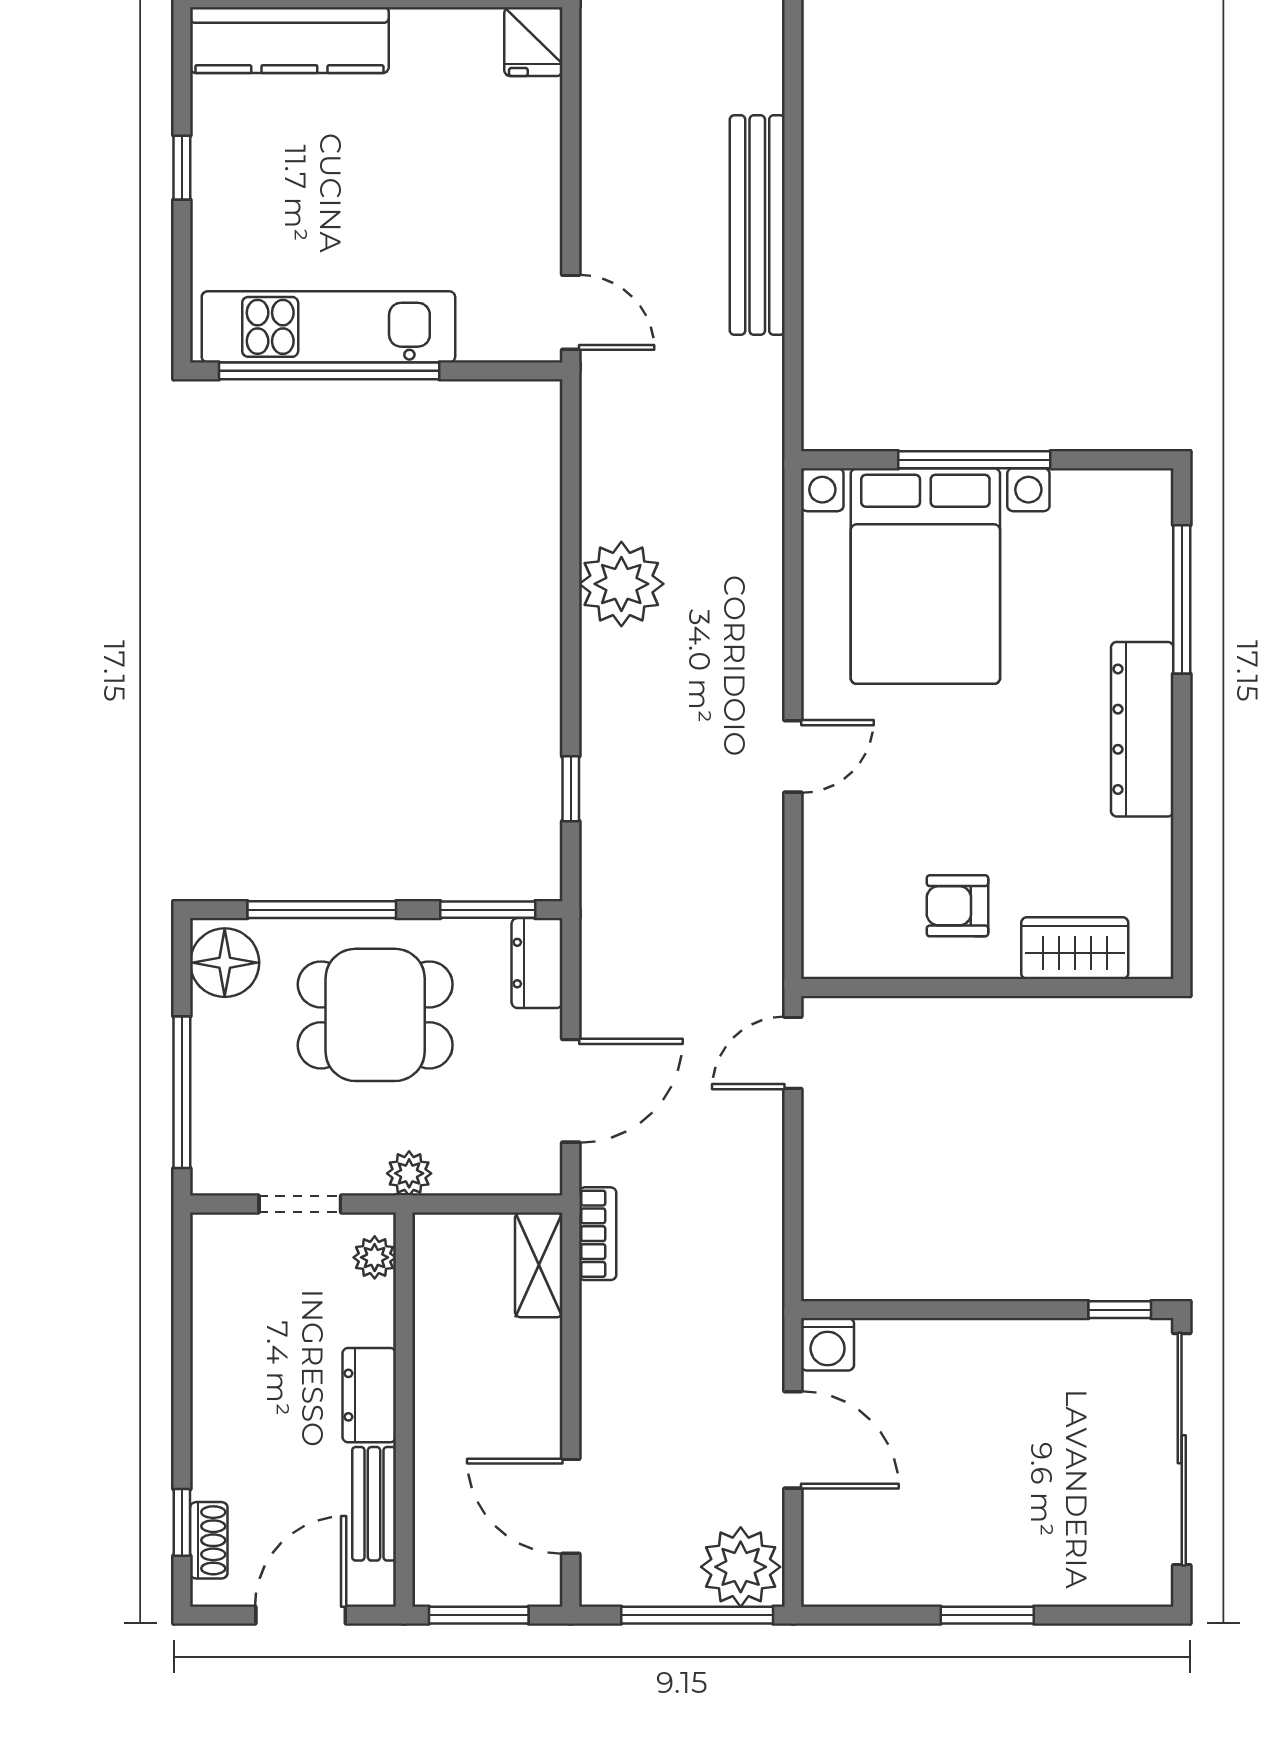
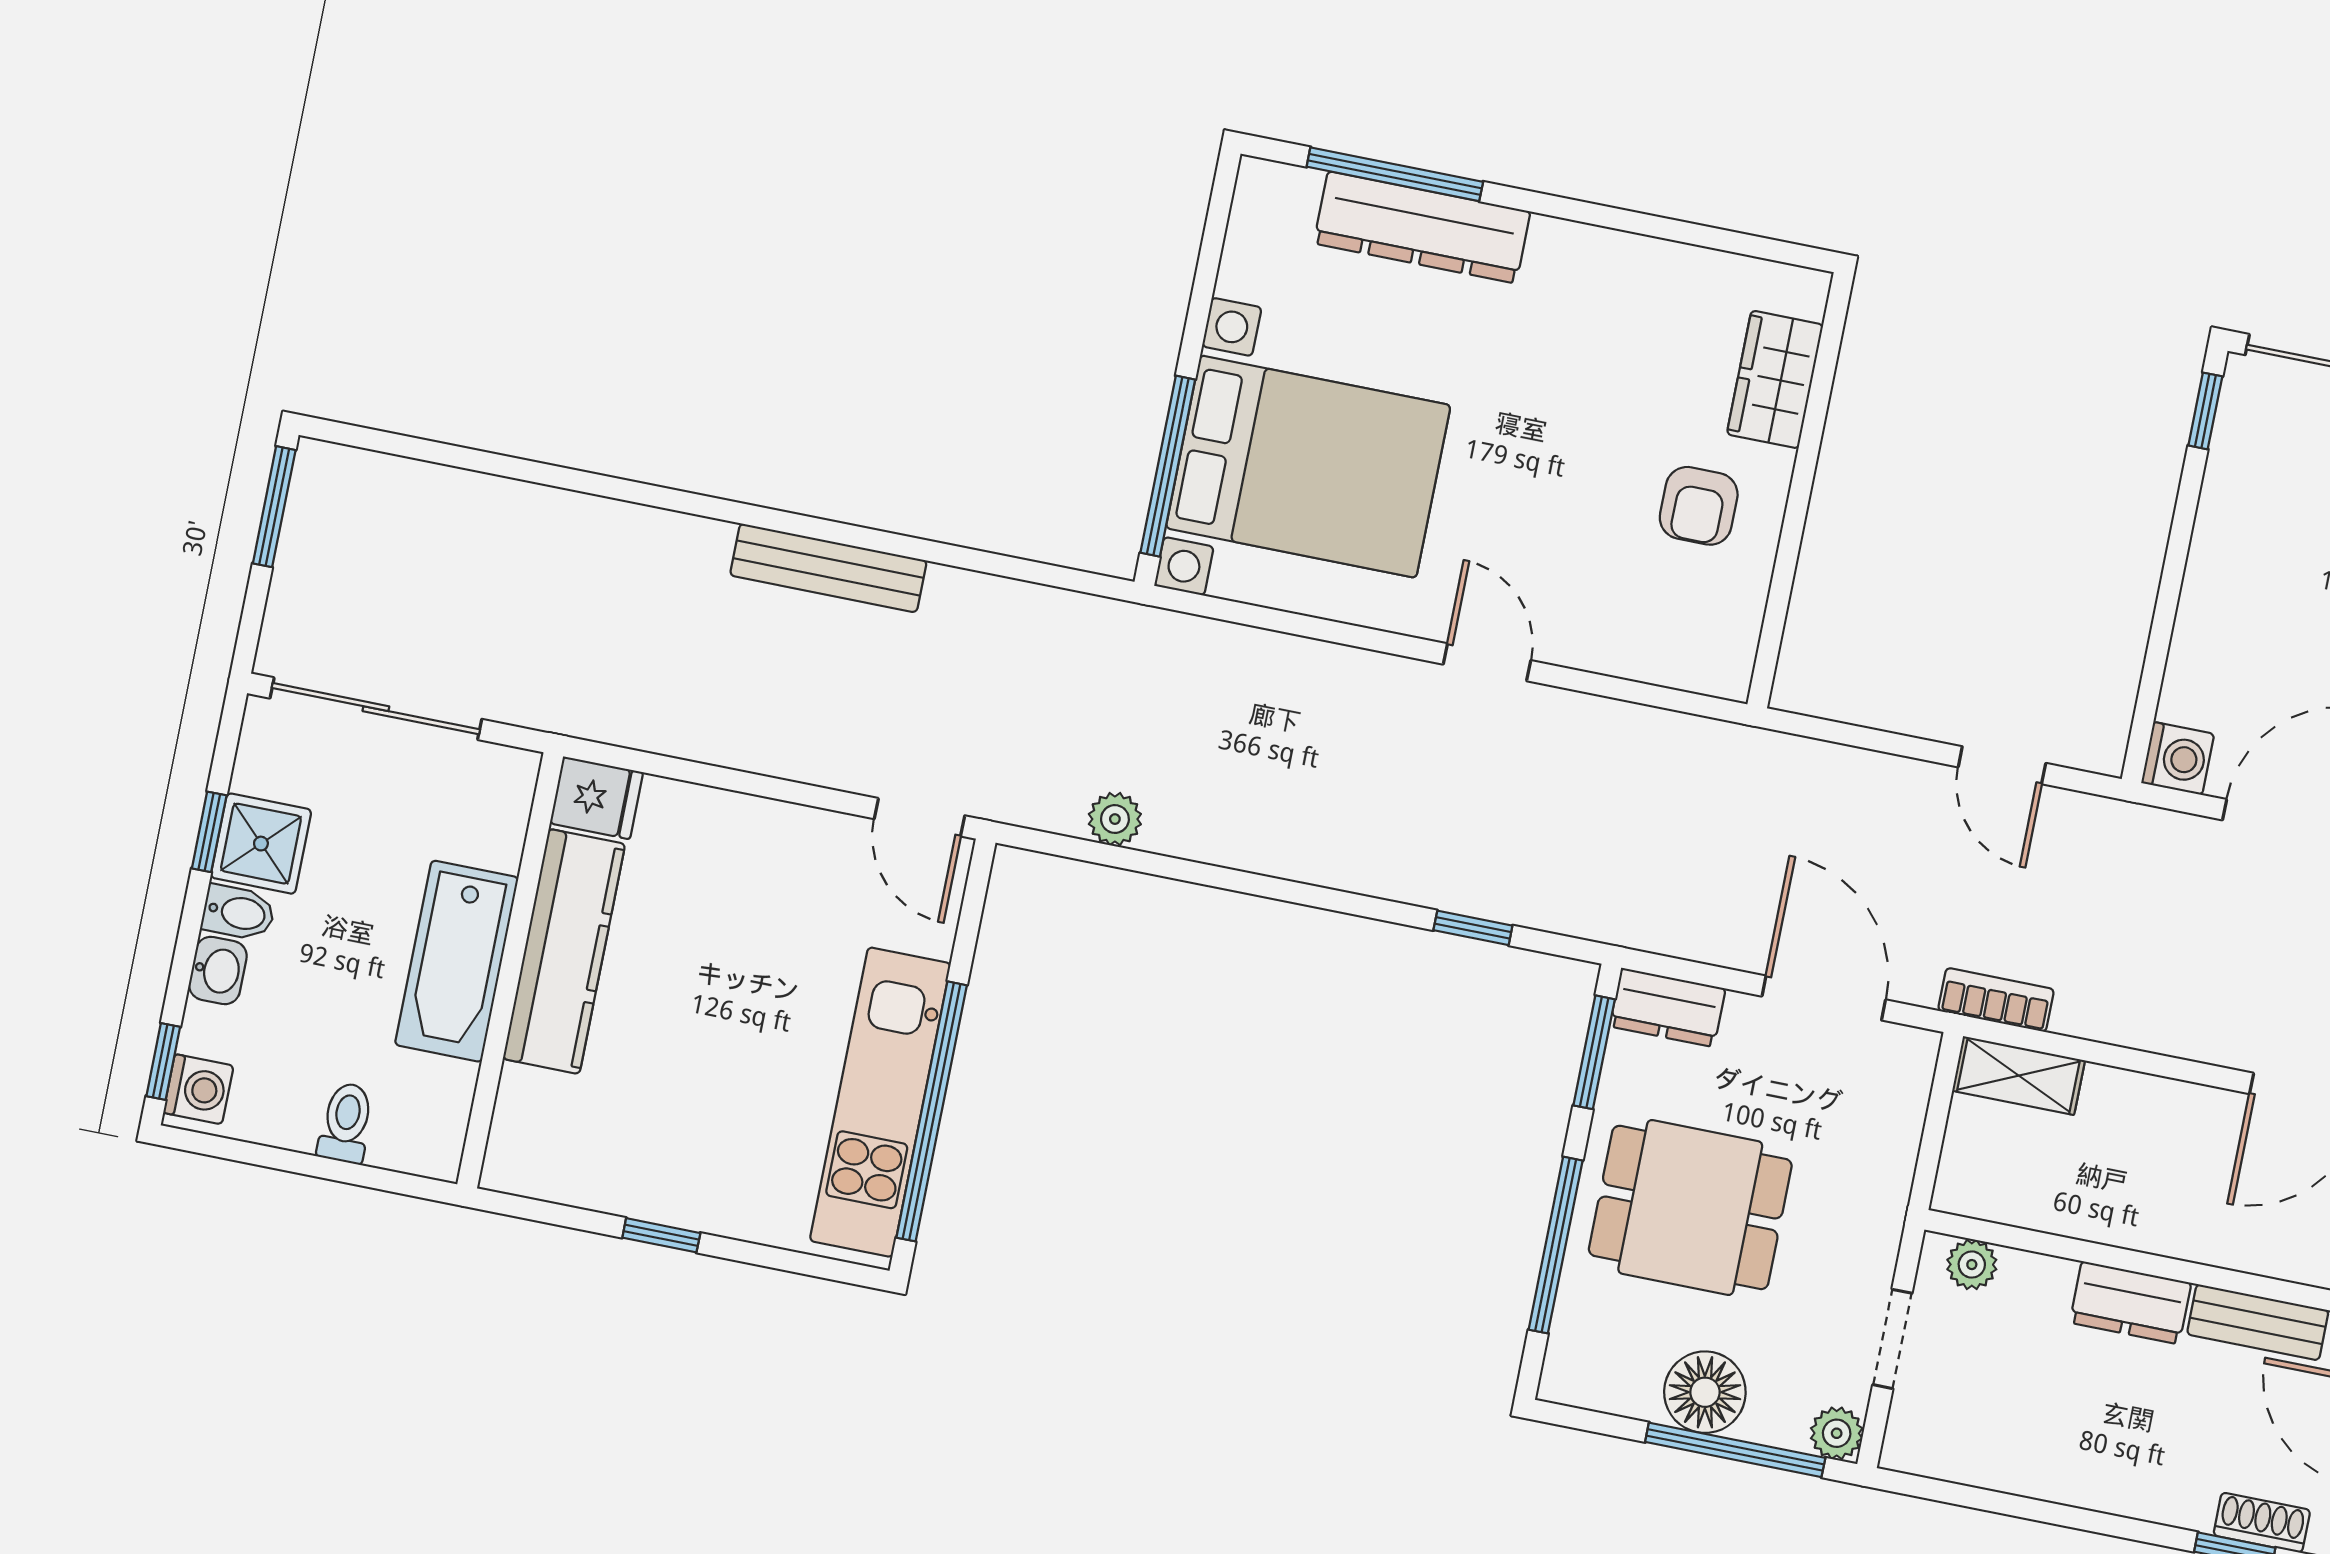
kitchen counter: (289, 40) -> (564, 951), moved
bench: (757, 225) -> (828, 568), width x0.73, depth x0.82
door: (571, 312) -> (919, 817), swing flipped
window: (974, 460) -> (1168, 466), moved
plant: (621, 584) -> (1115, 819), moved, width x0.53, depth x0.53
dresser: (1142, 729) -> (1422, 227), moved
floor lamp: (225, 963) -> (1705, 1392), moved
dining table: (375, 1015) -> (1690, 1207), turned 90
door: (793, 1053) -> (2002, 765), moved
plant: (409, 1173) -> (1837, 1433), moved

